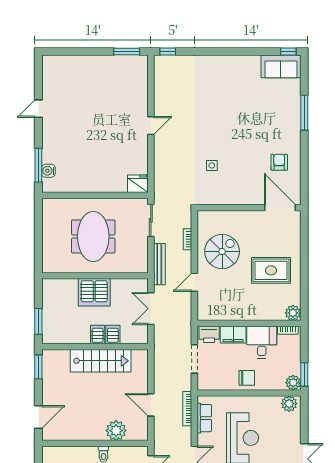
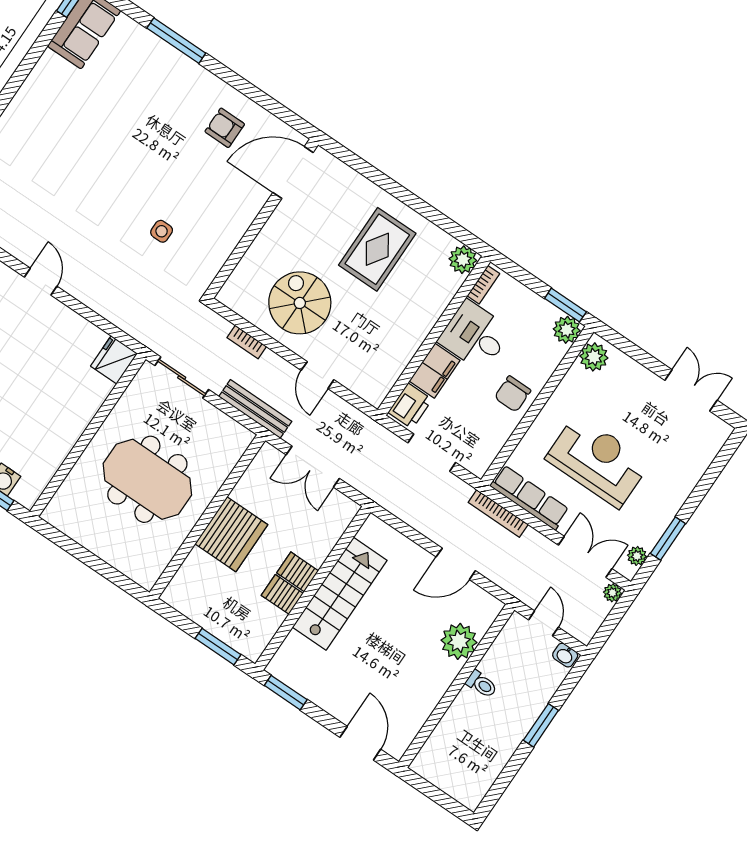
server rack: (113, 335) -> (282, 594), moved
chair: (247, 378) -> (513, 394), turned 180
row of seats: (204, 418) -> (530, 498), width x1.48

